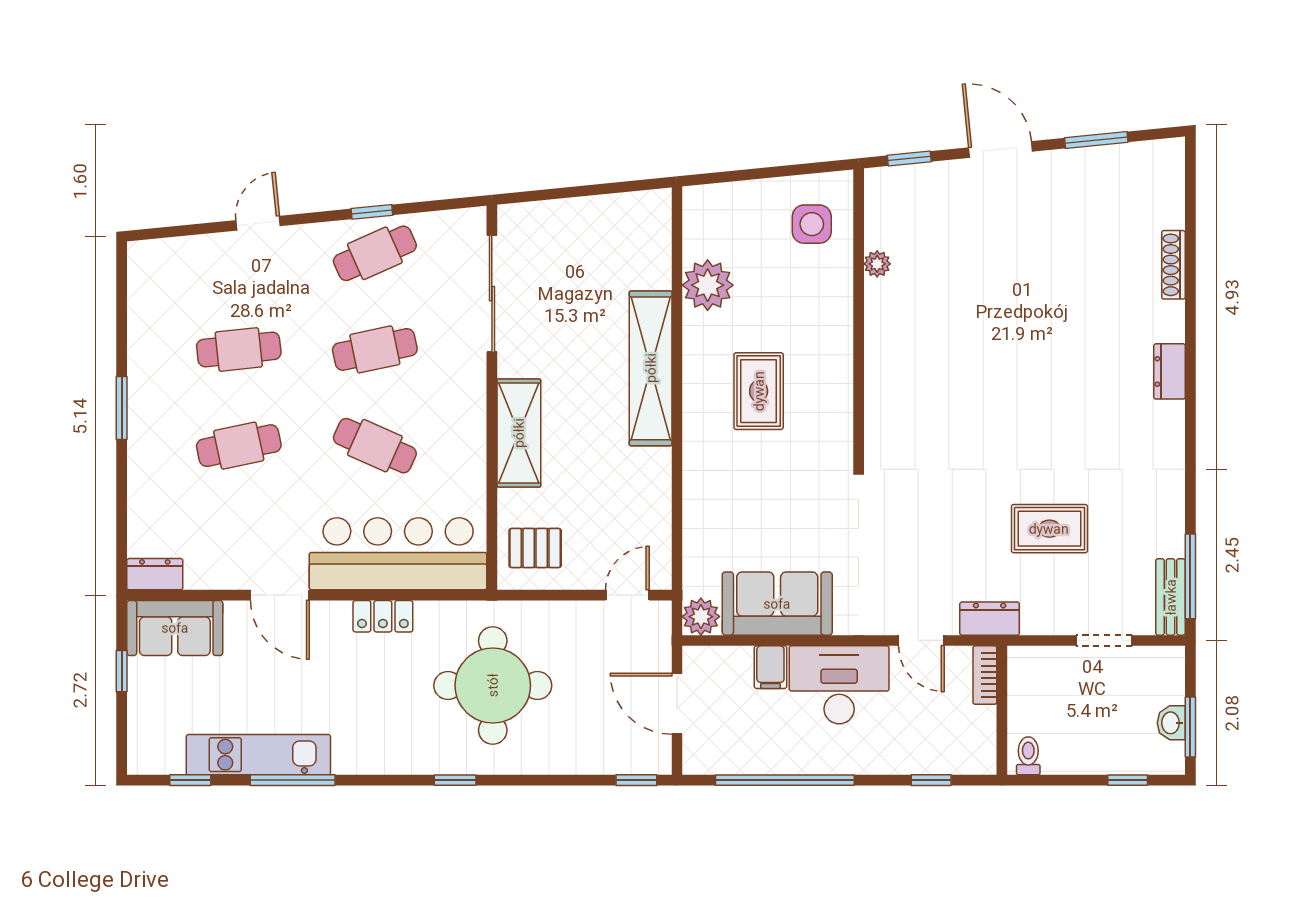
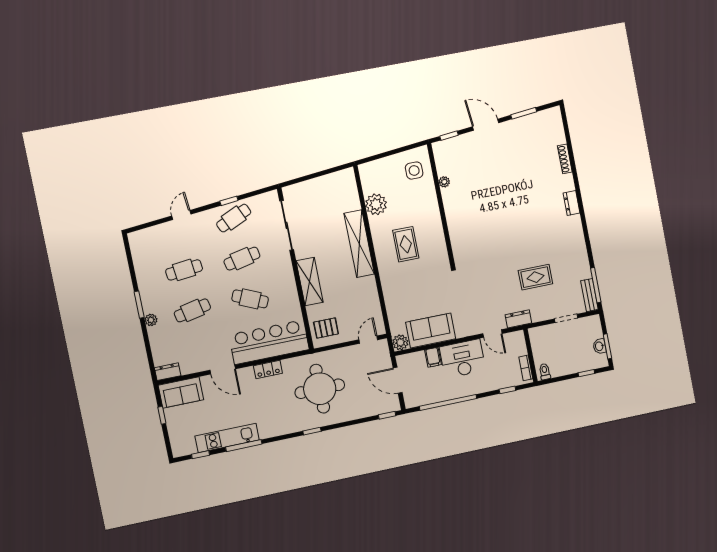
plant: (141, 448) -> (151, 320), added
bookcase: (985, 675) -> (526, 368), moved

